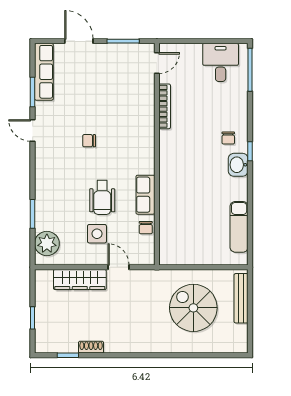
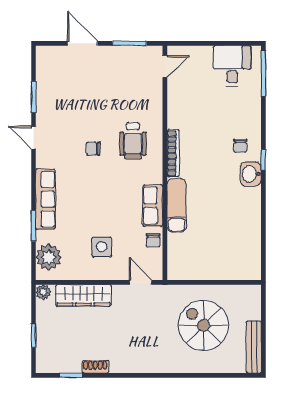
row of seats: (44, 72) -> (45, 199), moved
bookcase: (165, 106) -> (173, 153), moved
wheelchair: (102, 198) -> (133, 141), moved
exam couch: (239, 227) -> (177, 205), moved, turned 180
door: (118, 267) -> (140, 282), moved
plant: (42, 276) -> (43, 292), added
bench: (241, 298) -> (254, 347), moved

